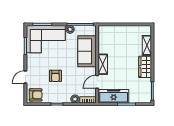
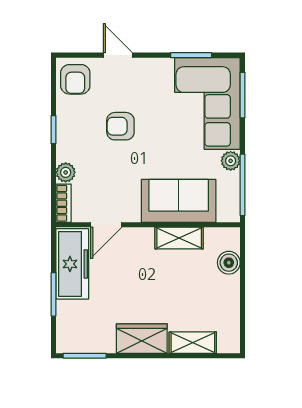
boiler: (113, 30) -> (229, 263), added
shelving: (103, 64) -> (179, 238), moved
door: (97, 82) -> (106, 225), swing flipped

